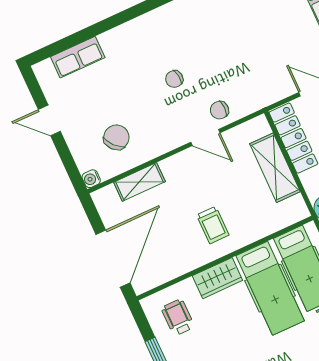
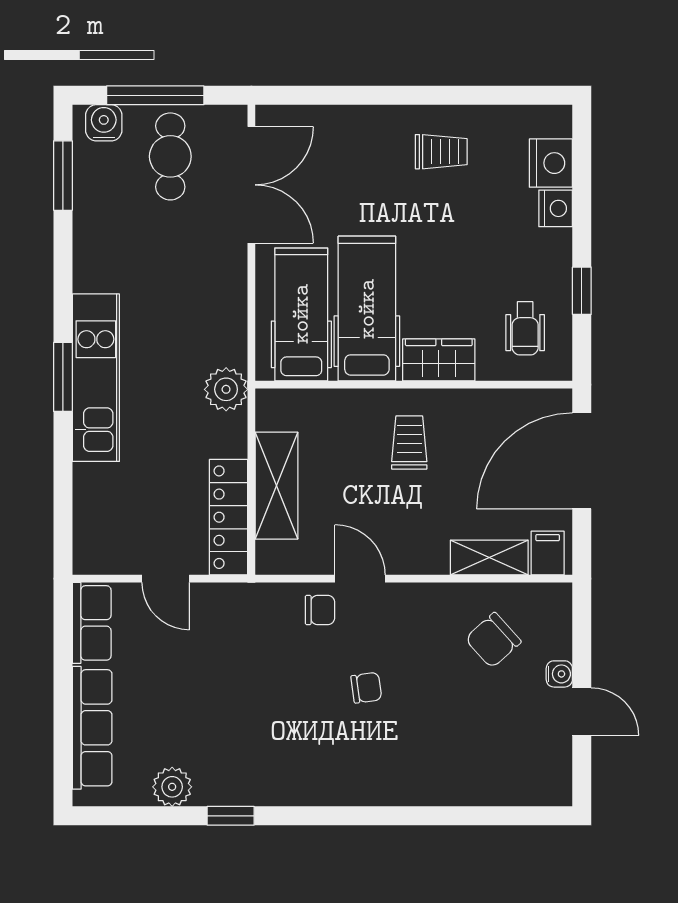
row of seats: (78, 57) -> (496, 787), removed
water cooler: (91, 179) -> (559, 674), moved
filing cabinet: (108, 199) -> (548, 553), added

